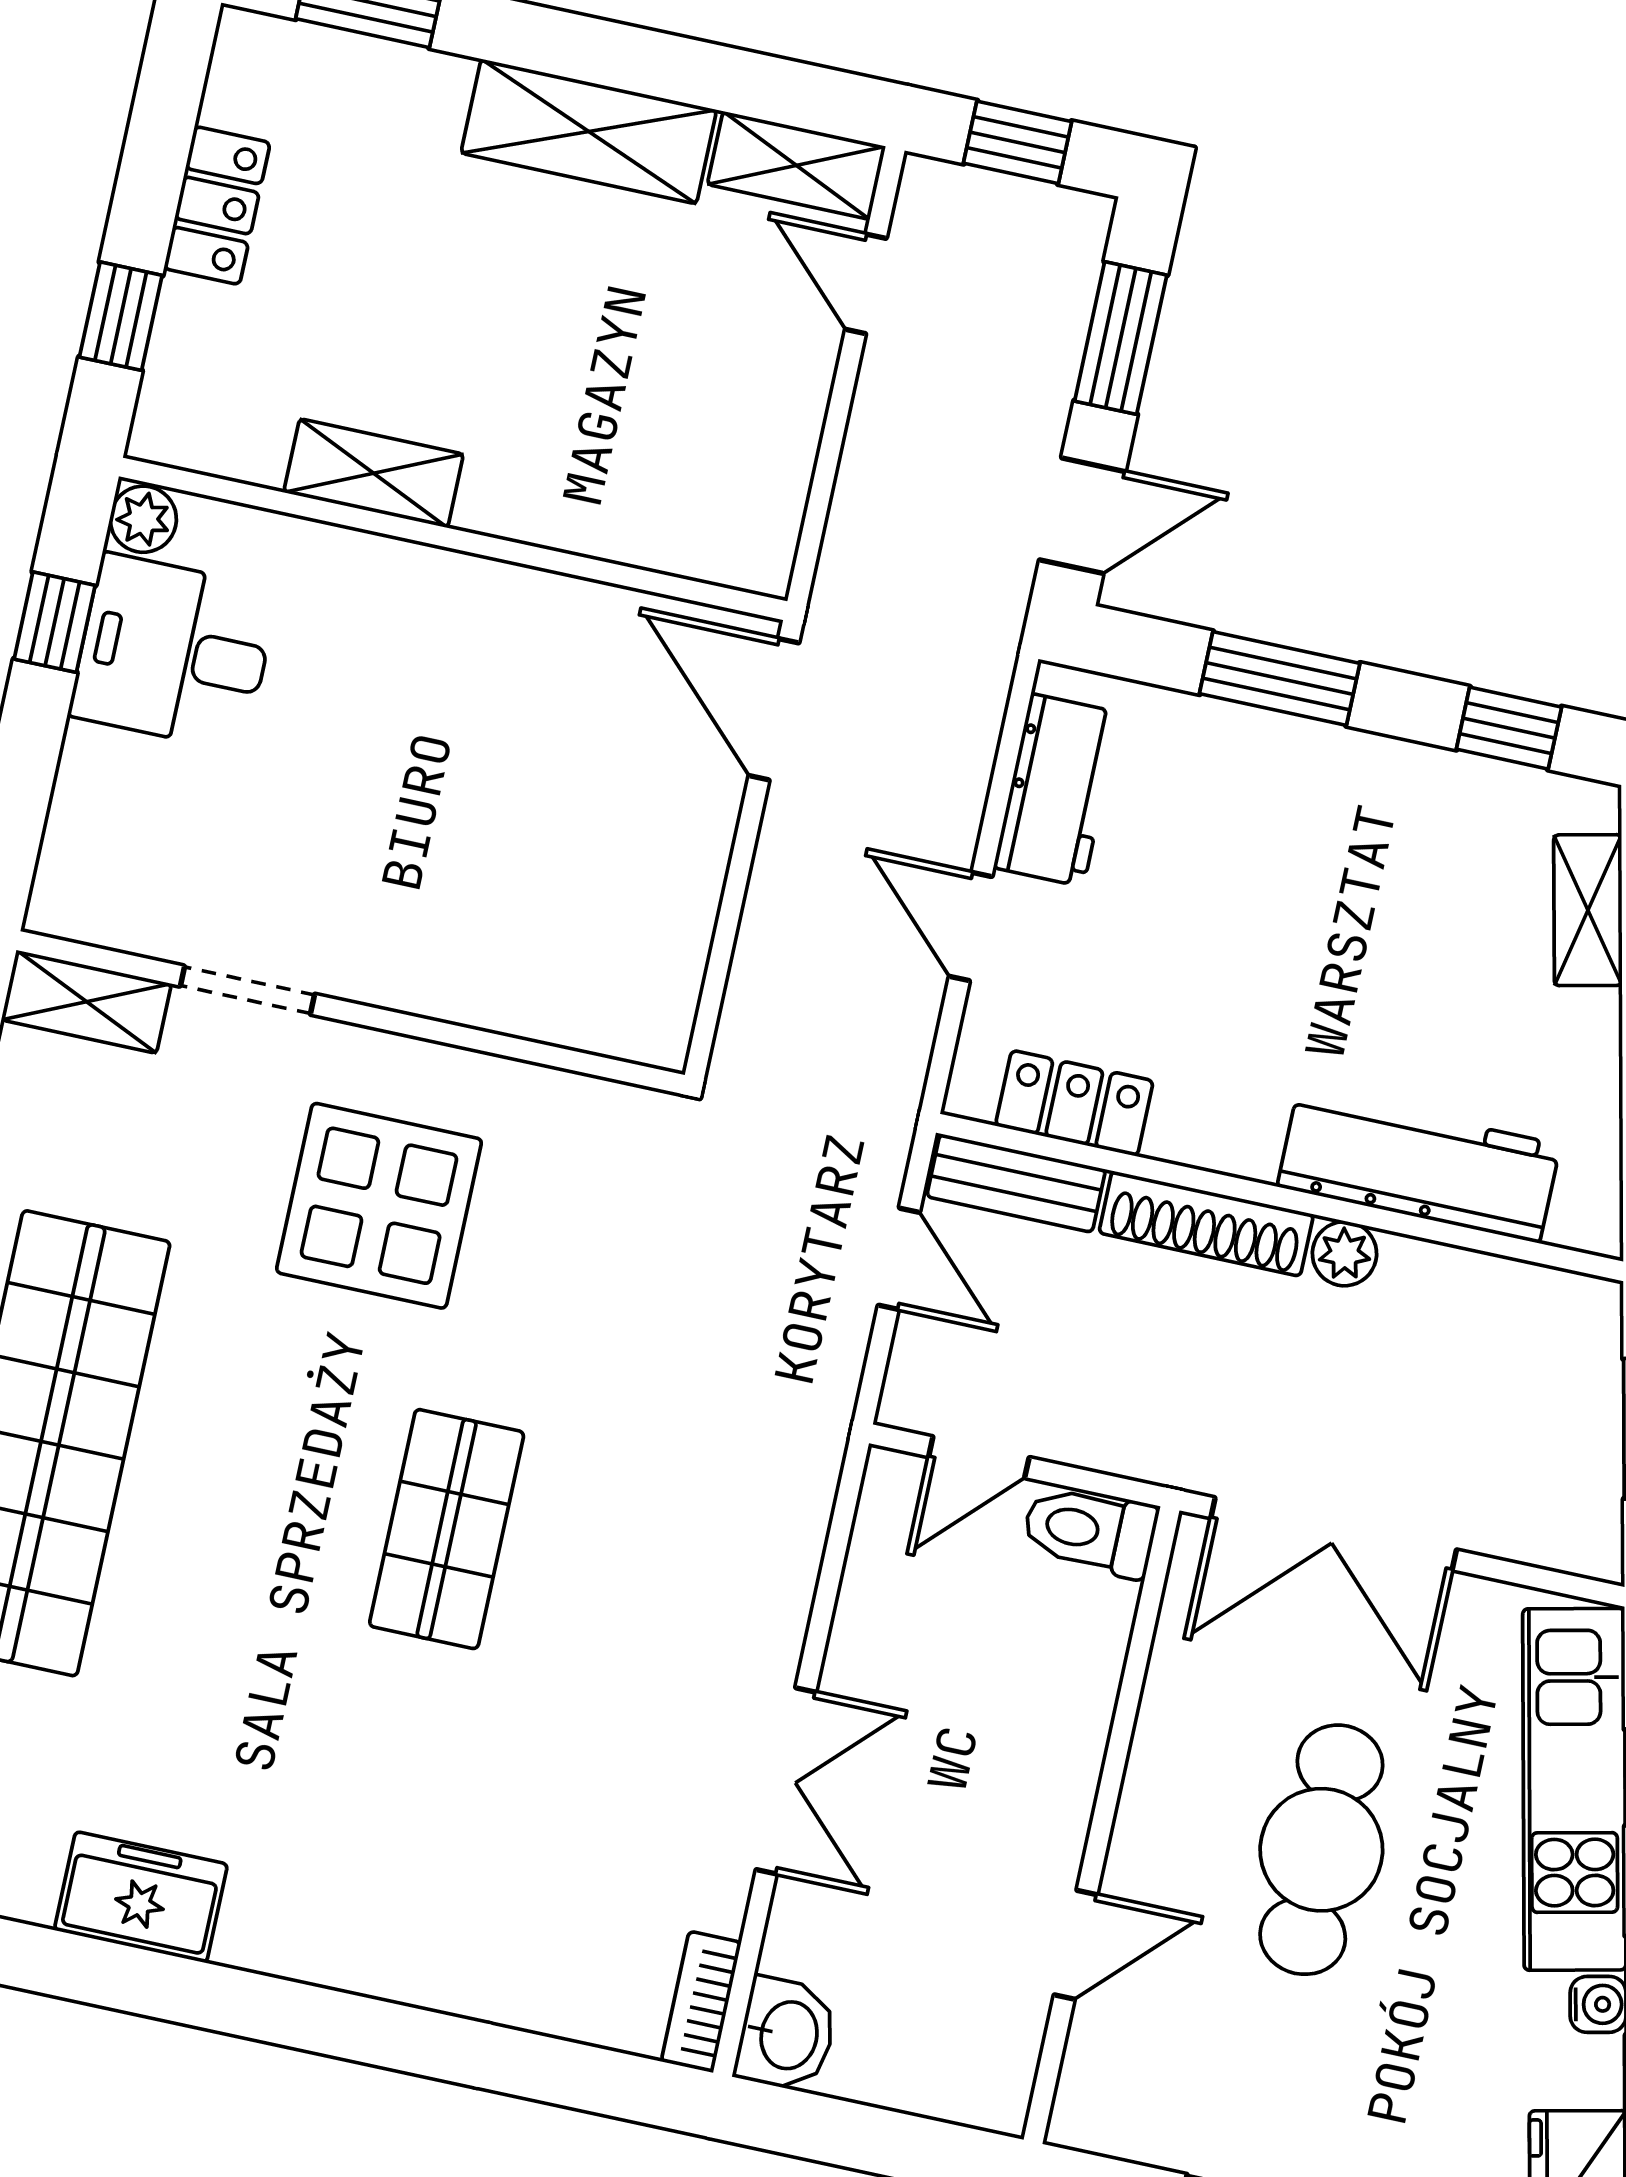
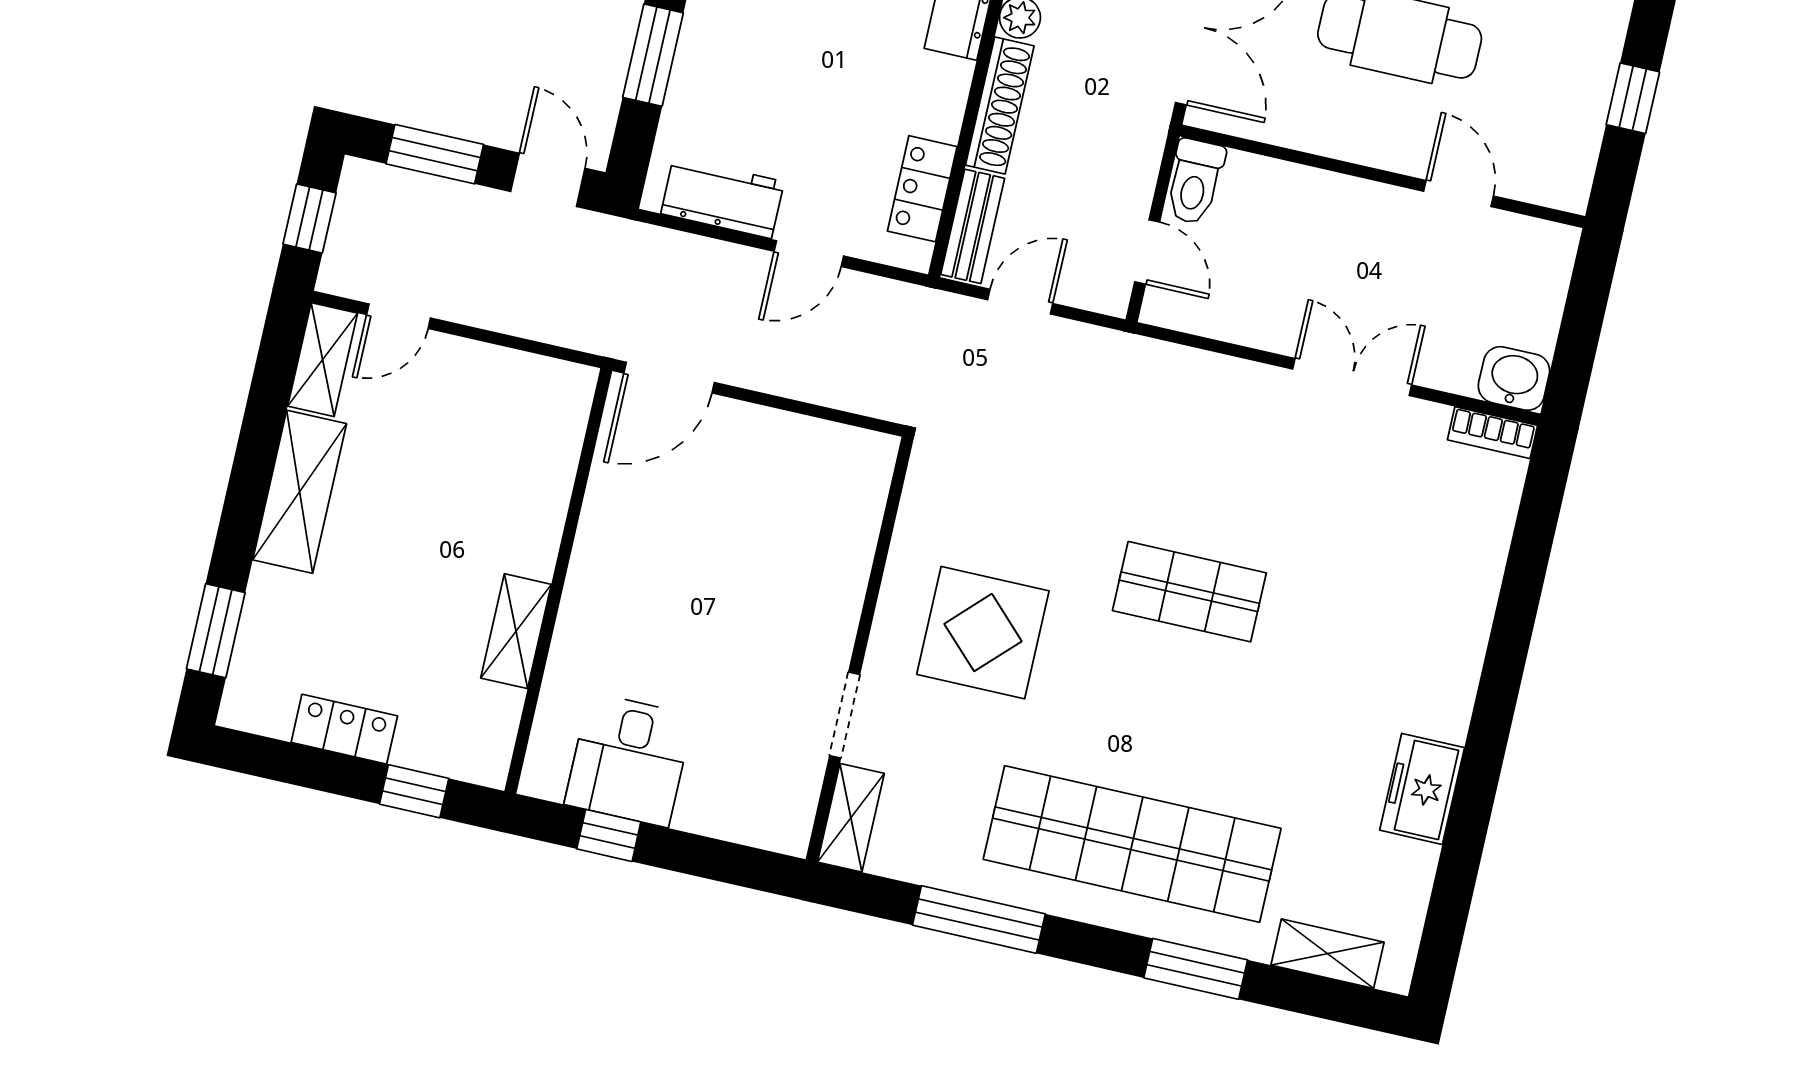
plant: (143, 519) -> (544, 778), removed

